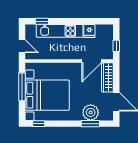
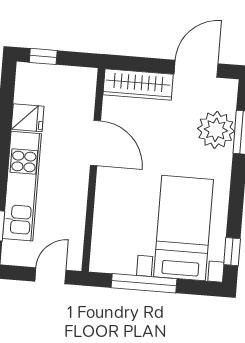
window: (116, 46) -> (43, 56), moved
door: (92, 61) -> (95, 143), moved
bed with nightstands: (47, 95) -> (184, 228), width x0.73

